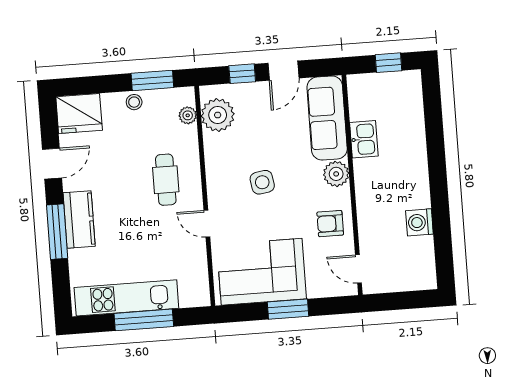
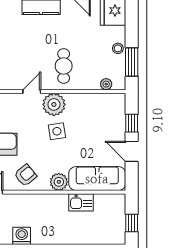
plant: (218, 115) -> (54, 104), moved
cafe table: (166, 180) -> (64, 66), turned 90
armchair: (330, 224) -> (25, 175), turned 50

